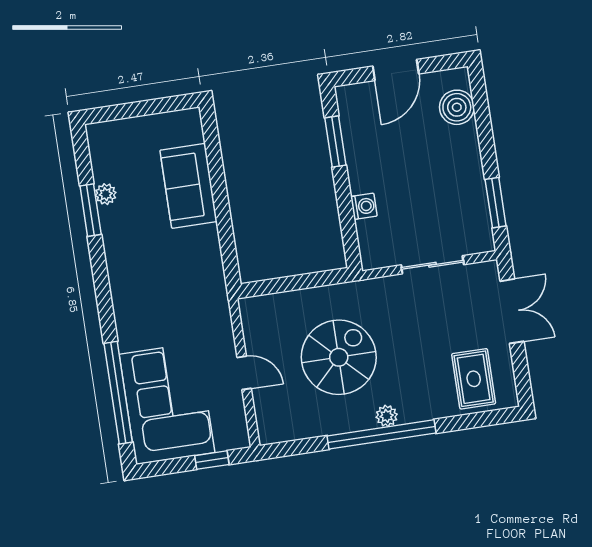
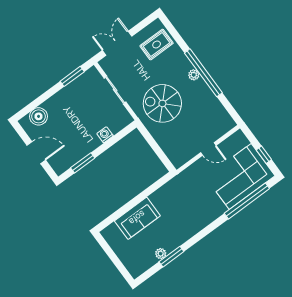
spiral stairs: (339, 357) -> (162, 103), moved
door: (244, 373) -> (208, 149), swing flipped
window: (212, 460) -> (264, 155), moved

